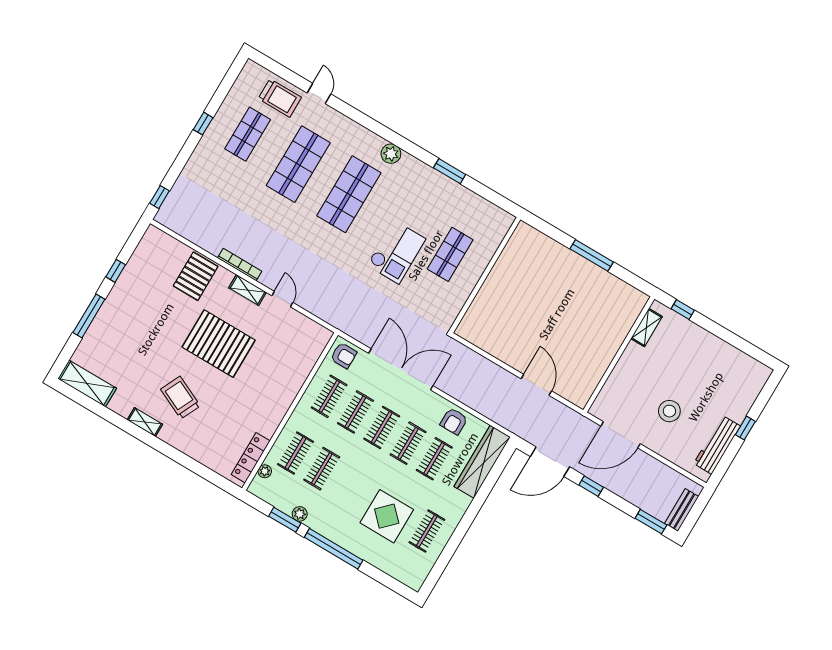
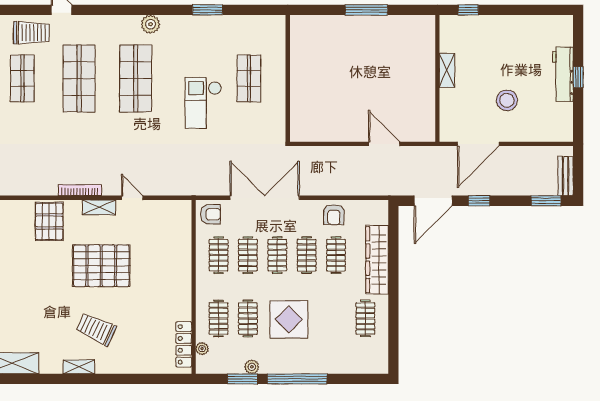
checkout: (396, 252) -> (203, 103), turned 180
shelving: (646, 328) -> (447, 70), moved
workbench: (717, 445) -> (563, 74), moved
wardrobe: (482, 462) -> (377, 260), moved
display table: (387, 516) -> (289, 319), moved

